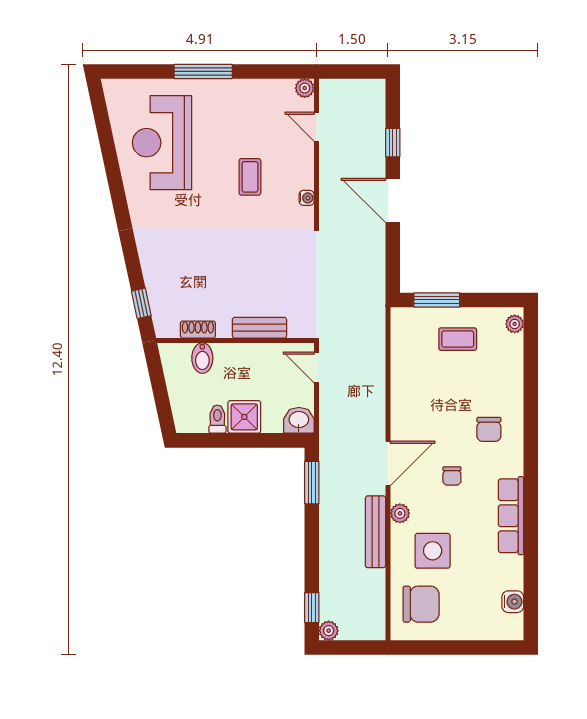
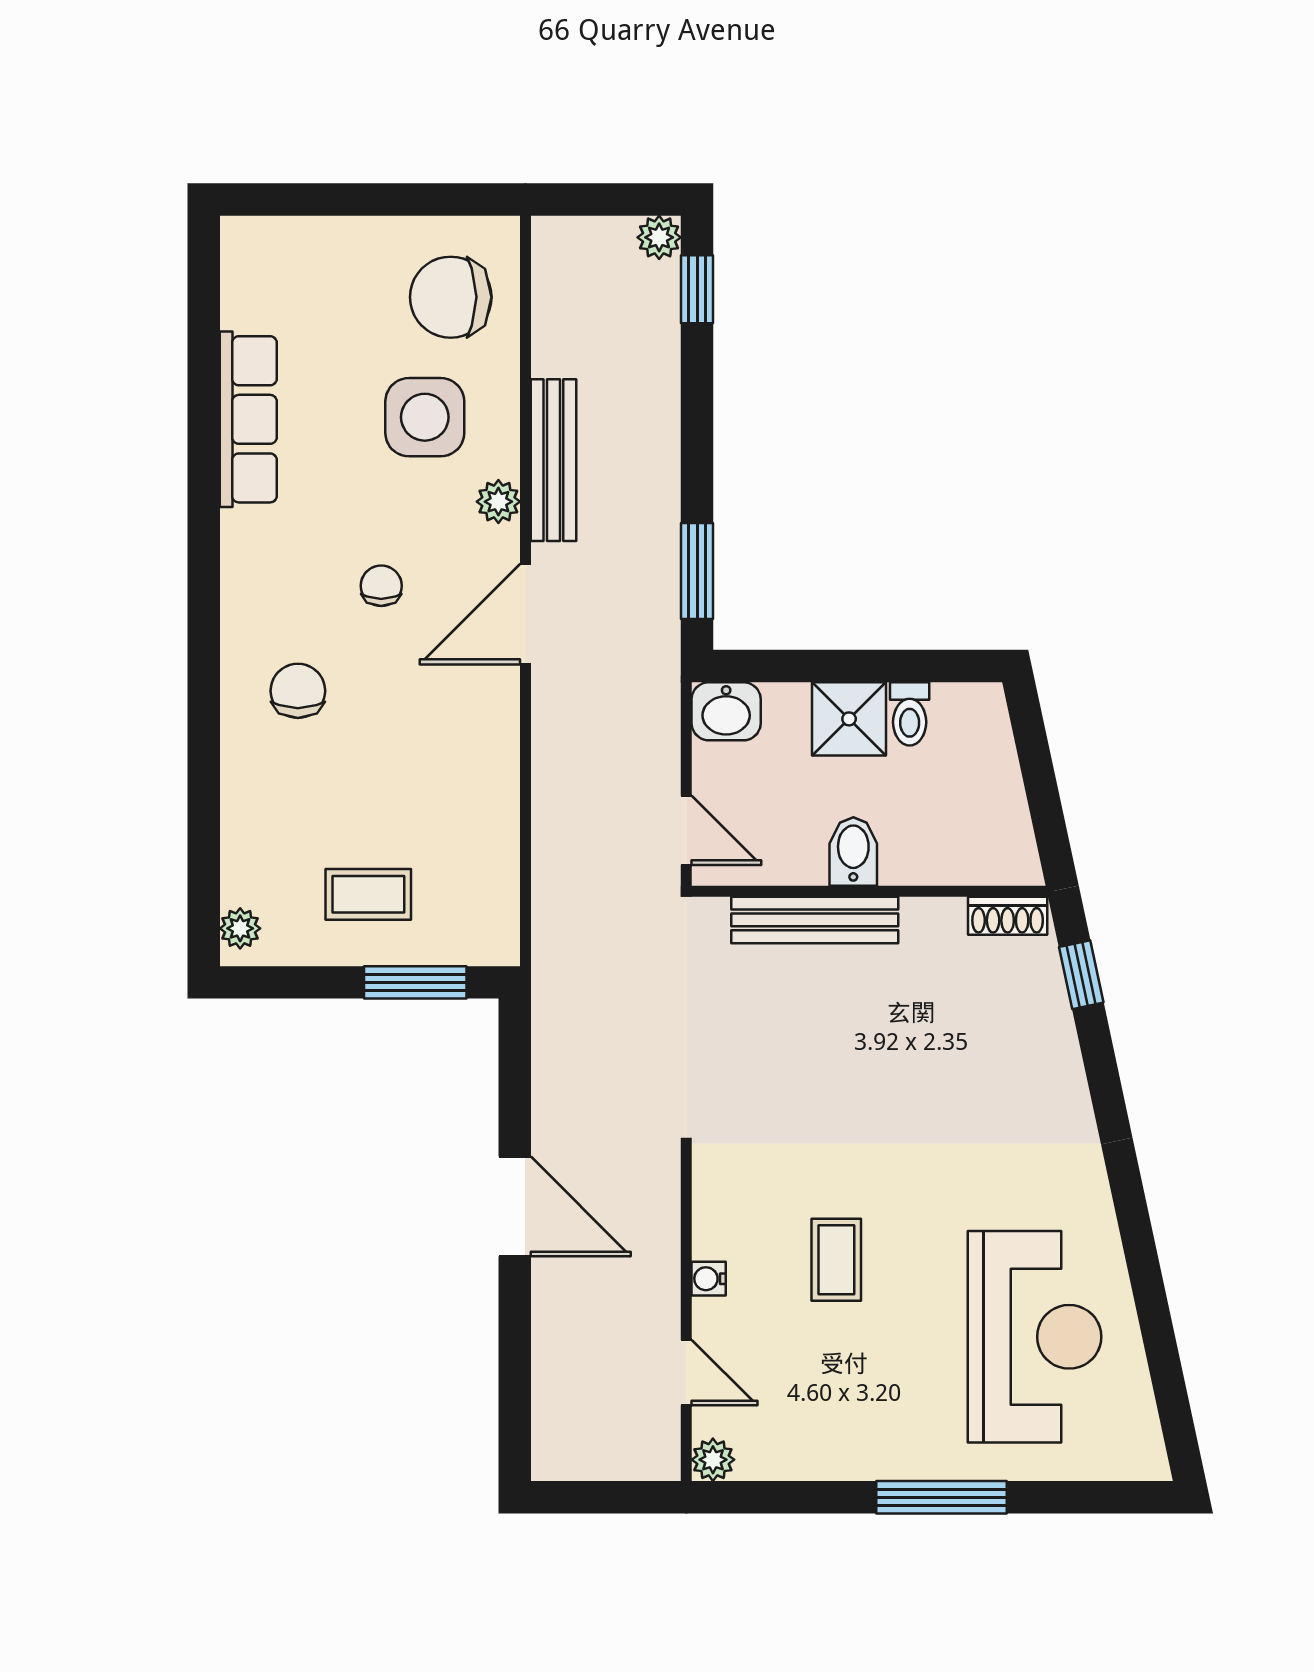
window: (393, 143) -> (515, 1337), removed
water cooler: (307, 198) -> (709, 1279), moved
bench: (259, 328) -> (815, 920), width x1.36
shoe rack: (198, 330) -> (1008, 916), moved
bidet: (202, 358) -> (853, 852), moved
row of seats: (511, 516) -> (248, 419), moved
water cooler: (513, 602) -> (244, 303), removed

